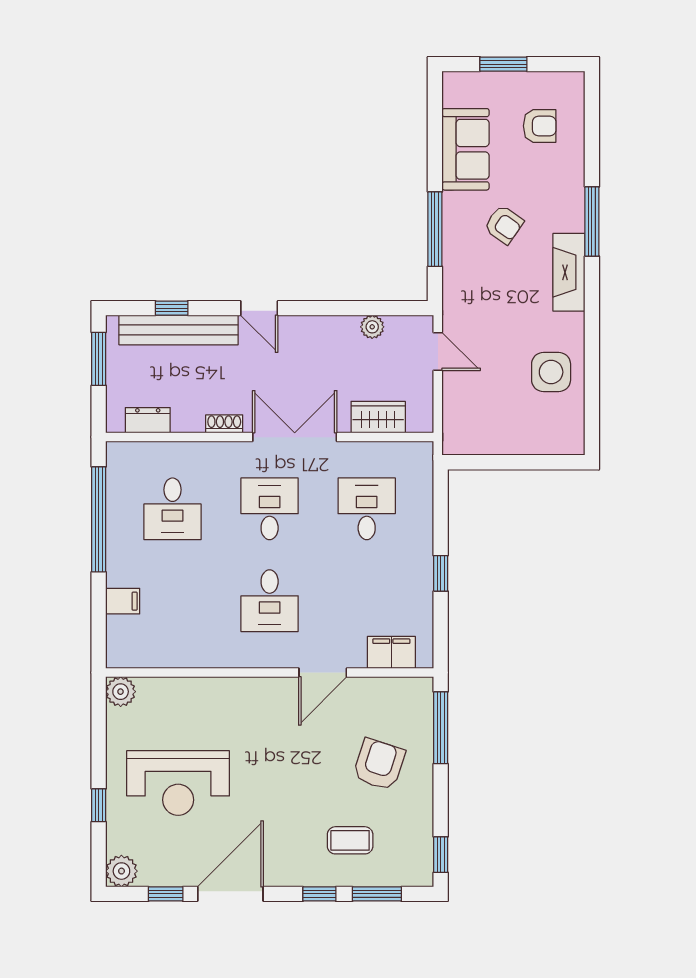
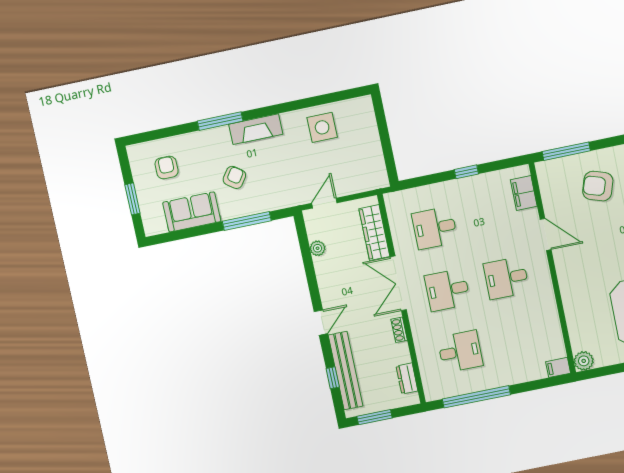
wardrobe: (378, 417) -> (374, 233), width x1.50
filing cabinet: (123, 601) -> (558, 367), moved, turned -90
desk: (270, 601) -> (506, 278), turned 180

